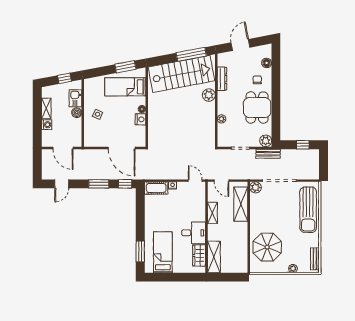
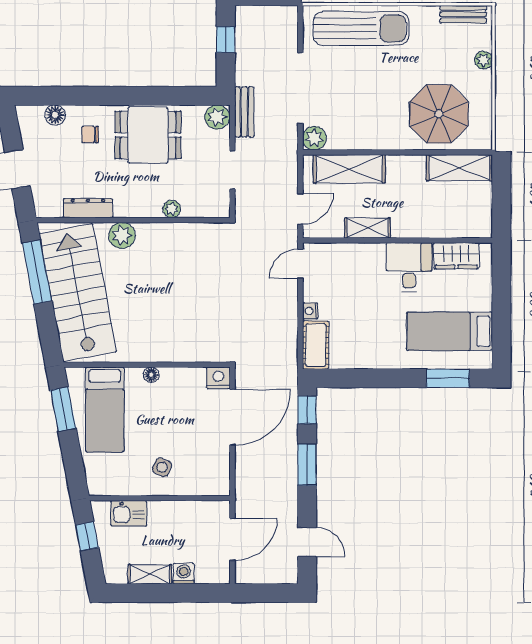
boiler: (77, 113) -> (159, 511), removed
nightstand: (140, 119) -> (218, 378), moved
shelving: (214, 257) -> (459, 168), moved

